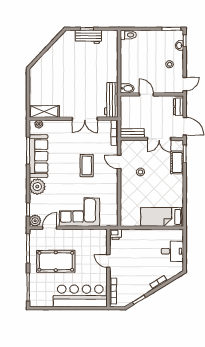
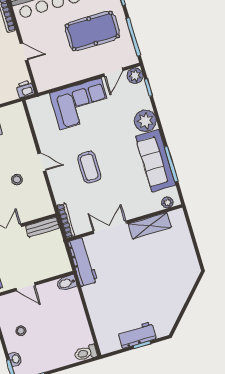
door: (146, 94) -> (25, 287), moved
shelving: (44, 111) -> (150, 226), moved
door: (119, 162) -> (42, 162), moved

